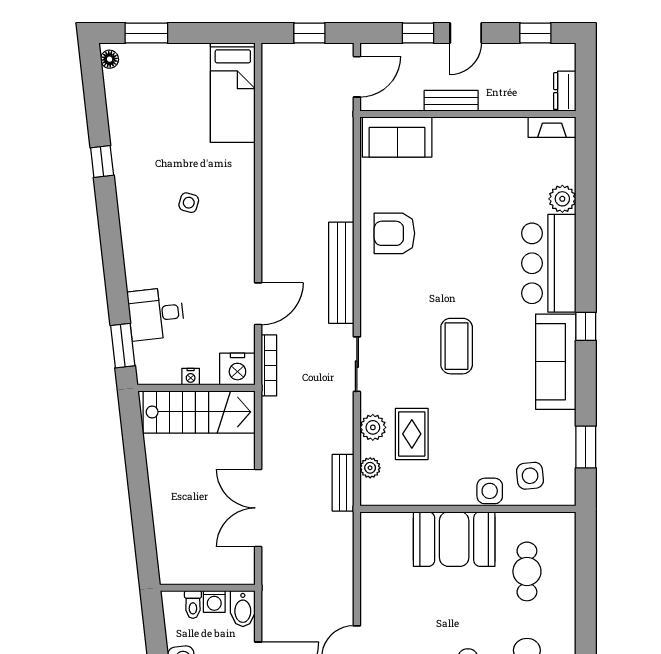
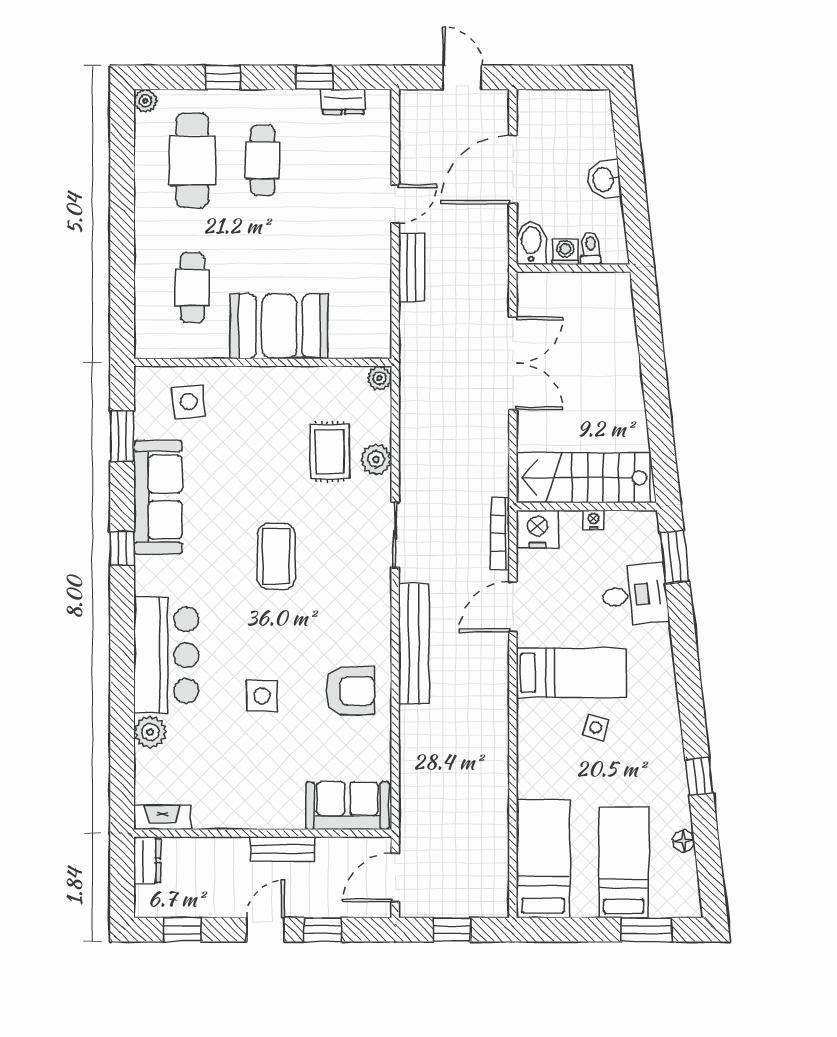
floor lamp: (110, 59) -> (684, 841), moved
bed: (165, 89) -> (624, 863), added
bed: (209, 248) -> (571, 673), added
window: (586, 326) -> (122, 548), moved
sofa: (556, 362) -> (158, 497), moved
plant: (370, 468) -> (379, 378), moved
bench: (343, 483) -> (412, 267), moved
side table: (490, 491) -> (262, 696), moved

